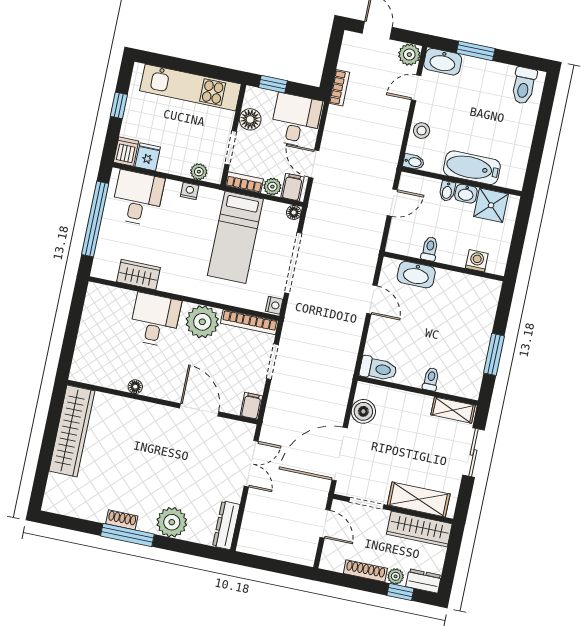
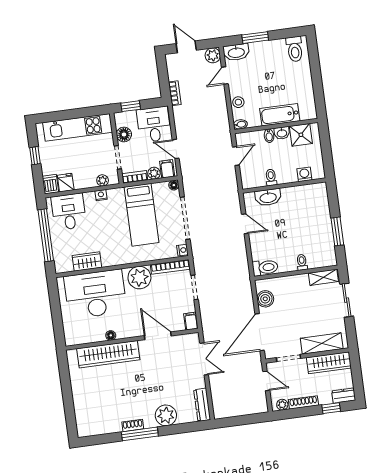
desk: (155, 320) -> (95, 294), width x1.87, depth x1.30
wardrobe: (72, 431) -> (108, 354), moved, turned 90
plant: (396, 576) -> (282, 405), moved

